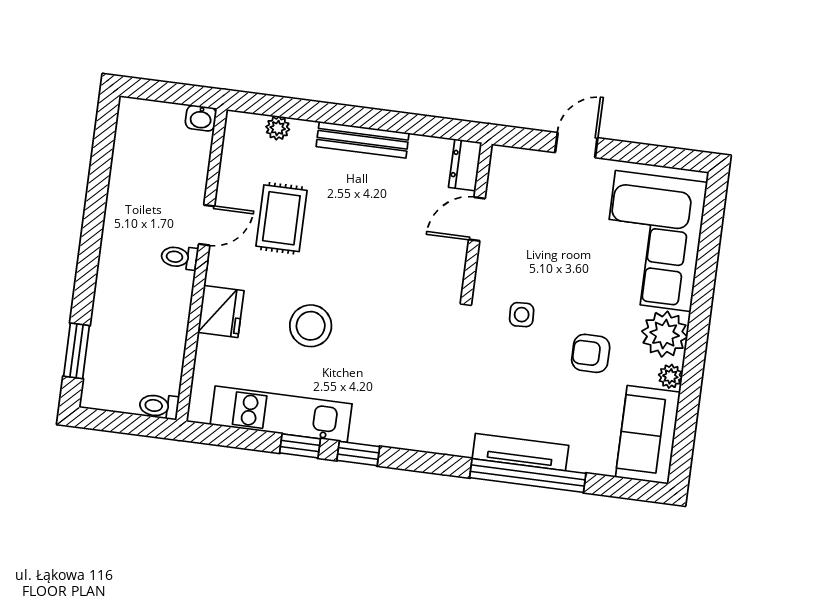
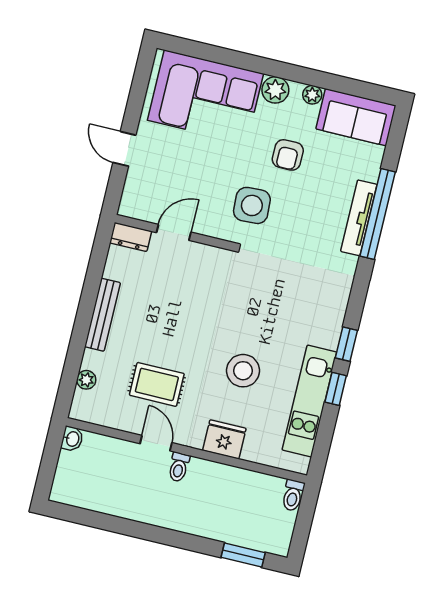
door: (477, 219) -> (174, 232), swing flipped
side table: (522, 315) -> (252, 205), width x1.87, depth x1.87
plant: (665, 334) -> (275, 90), width x0.73, depth x0.73

